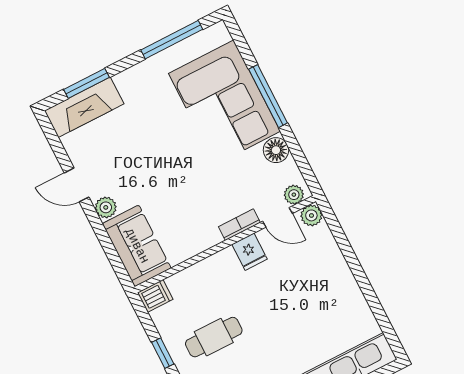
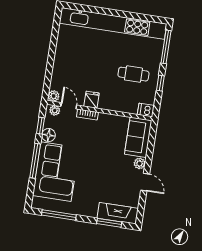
window: (299, 156) -> (41, 126), added

